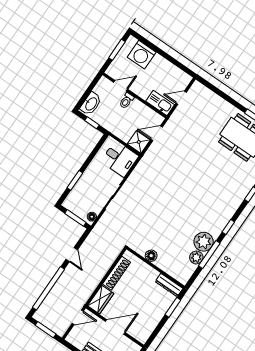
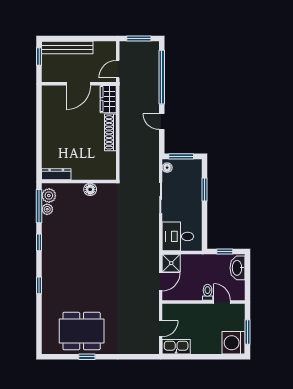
washing machine: (142, 55) -> (233, 343), moved, turned -90
door: (121, 86) -> (222, 302), swing flipped
kitchen sink: (160, 103) -> (176, 347), moved, turned 180
plant: (204, 242) -> (47, 209), width x0.53, depth x0.53
floor lamp: (151, 256) -> (90, 189), moved
wall: (156, 268) -> (79, 182), moved
dresser: (169, 285) -> (56, 174), moved
window: (173, 307) -> (39, 137), removed

